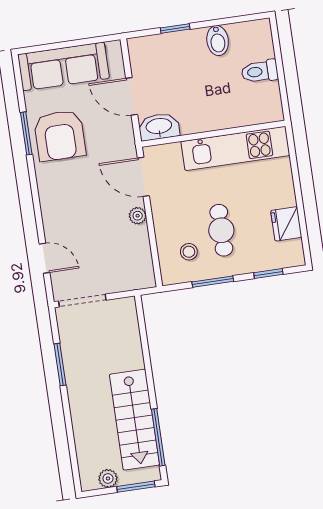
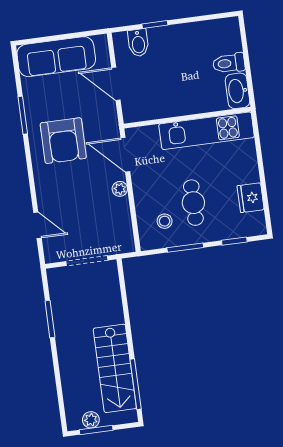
bidet: (218, 41) -> (138, 43), moved
washbasin: (159, 127) -> (238, 91), moved, turned -90
armchair: (60, 136) -> (63, 141), moved
doorway: (82, 301) -> (87, 261), moved
window: (136, 487) -> (96, 430), moved

